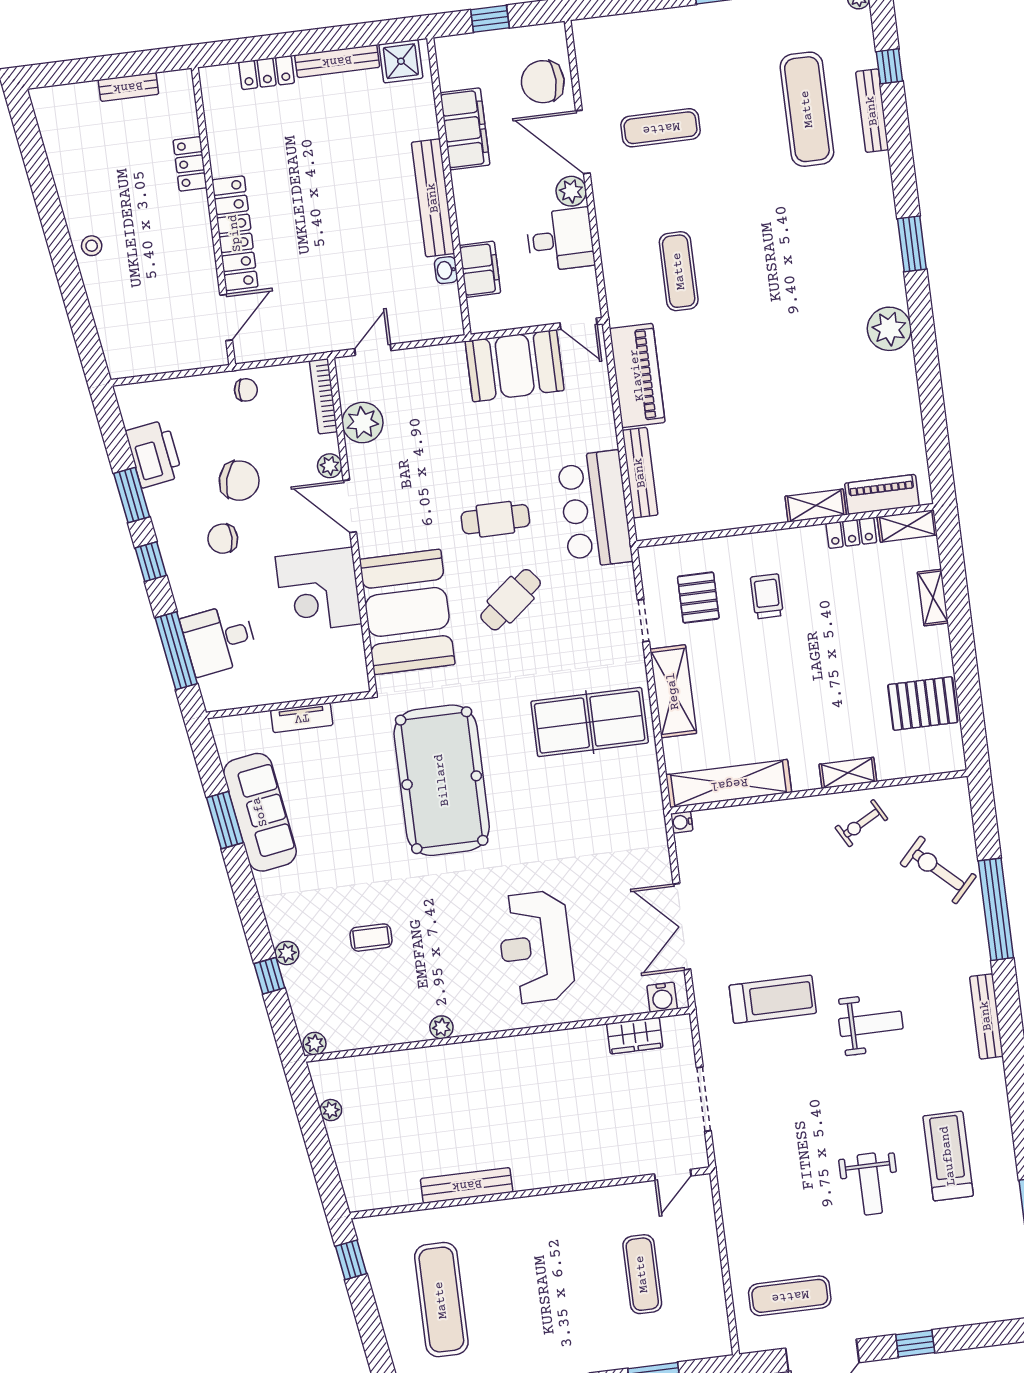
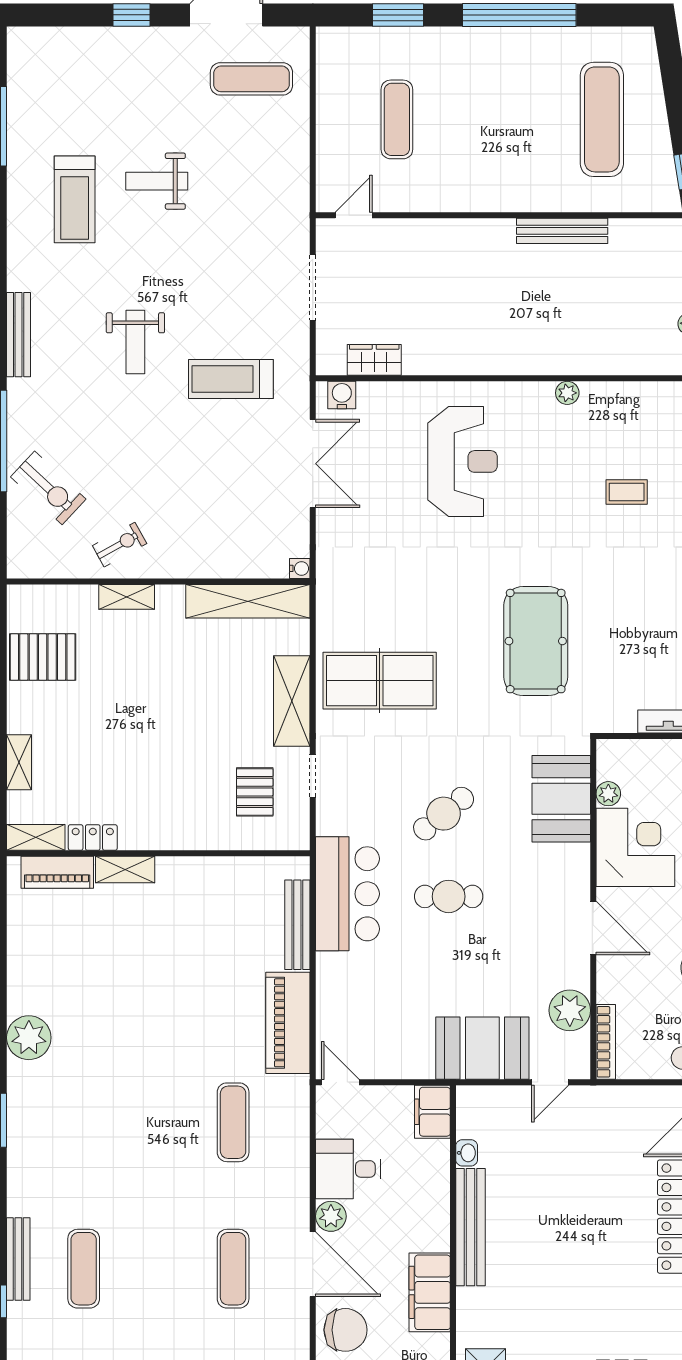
exercise mat: (807, 109) -> (84, 1269), width x0.73, depth x0.69
exercise mat: (661, 128) -> (233, 1269), turned 90
filing cabinet: (480, 269) -> (432, 1112), moved
booth: (515, 366) -> (482, 1048), moved
plant: (330, 466) -> (608, 794), moved
trolley: (767, 596) -> (186, 784), removed
booth: (407, 612) -> (561, 799), width x0.73, depth x0.70
pool table: (442, 780) -> (536, 641), width x0.73, depth x0.76
weight bench: (871, 1024) -> (135, 342), turned -90
weight bench: (870, 1184) -> (157, 181), turned -90

